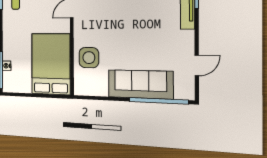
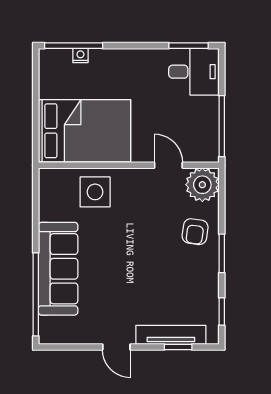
door: (197, 65) -> (116, 347), moved

